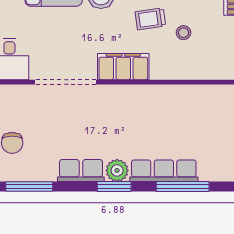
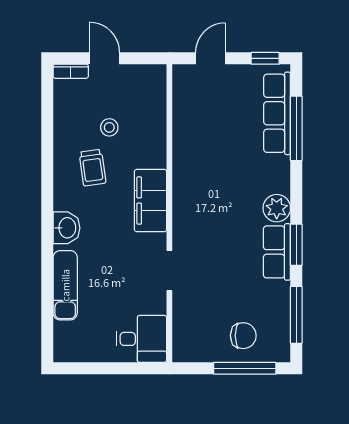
doorway: (66, 82) -> (169, 271), width x0.53
row of seats: (164, 171) -> (277, 113), moved
window: (114, 187) -> (296, 245), moved

